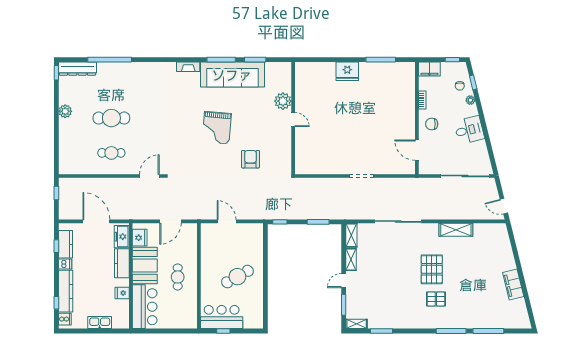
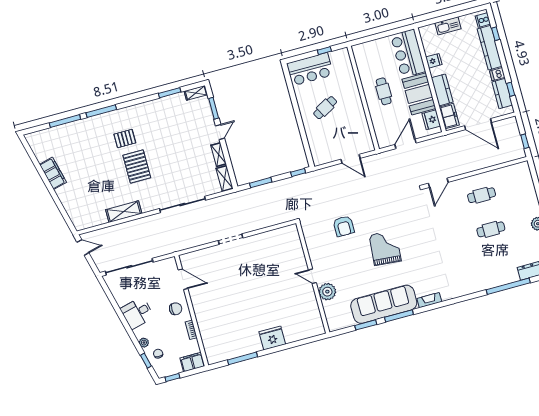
cafe table: (111, 118) -> (491, 229), width x0.73, depth x0.74
cafe table: (237, 277) -> (325, 108), width x0.73, depth x0.74
bar counter: (222, 317) -> (310, 69), moved

